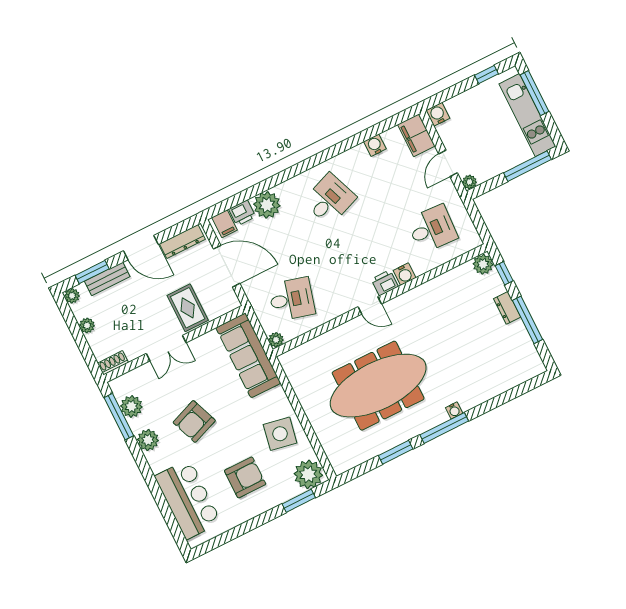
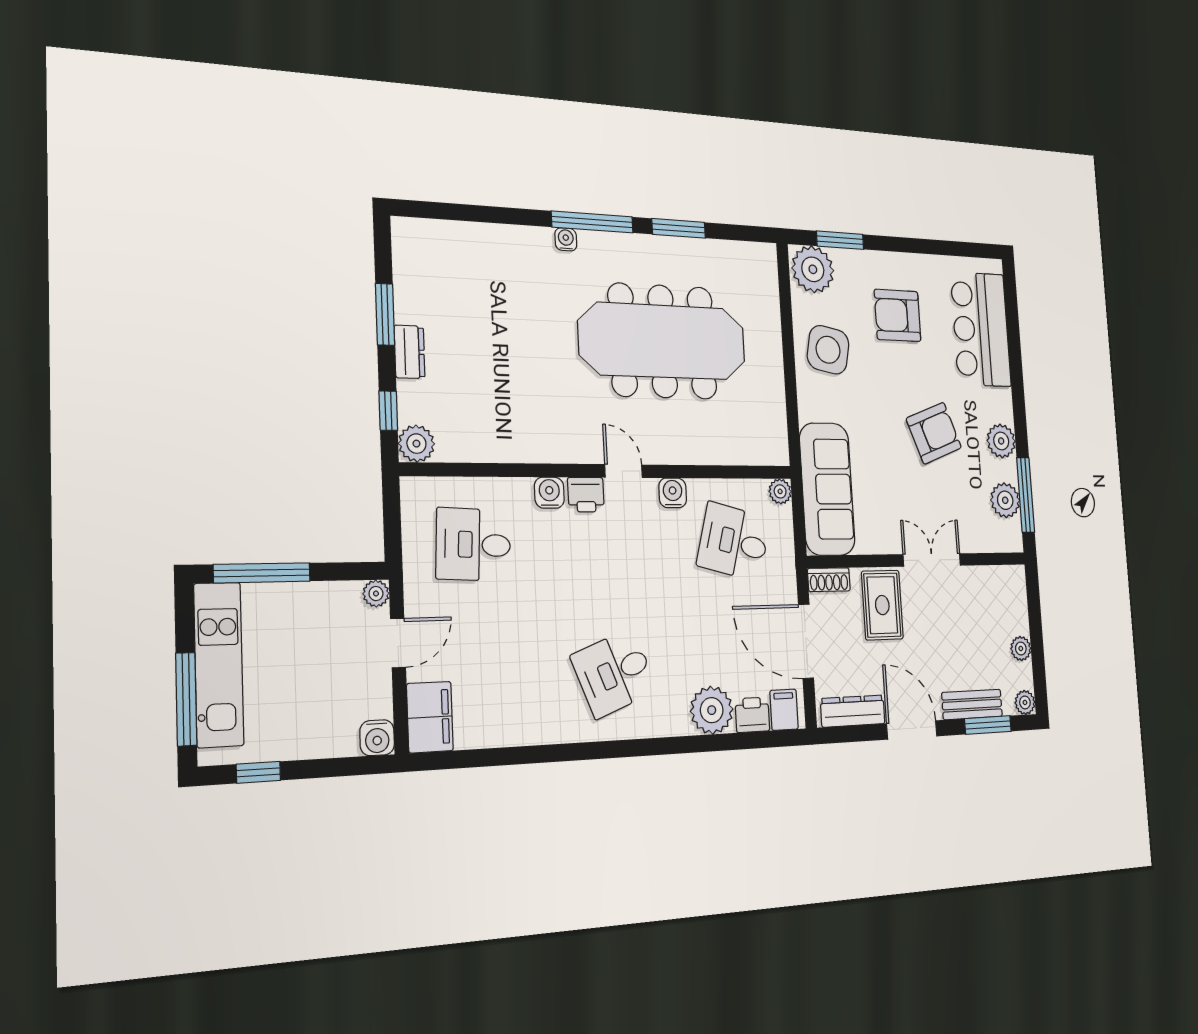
water cooler: (375, 145) -> (673, 493), moved, turned 180
window: (527, 320) -> (385, 314), width x0.69
shoe rack: (113, 363) -> (829, 580), moved

